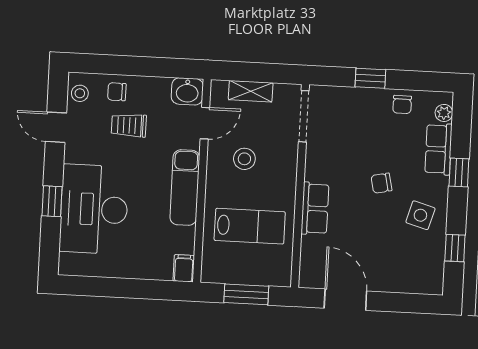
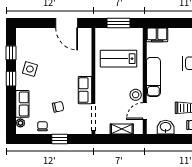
washbasin: (187, 91) -> (166, 127), moved
stool: (244, 159) -> (136, 95), moved
window: (459, 173) -> (11, 79), moved
chair: (381, 183) -> (58, 107), moved
row of seats: (315, 209) -> (85, 90), moved
filing cabinet: (184, 268) -> (157, 35), width x2.00

